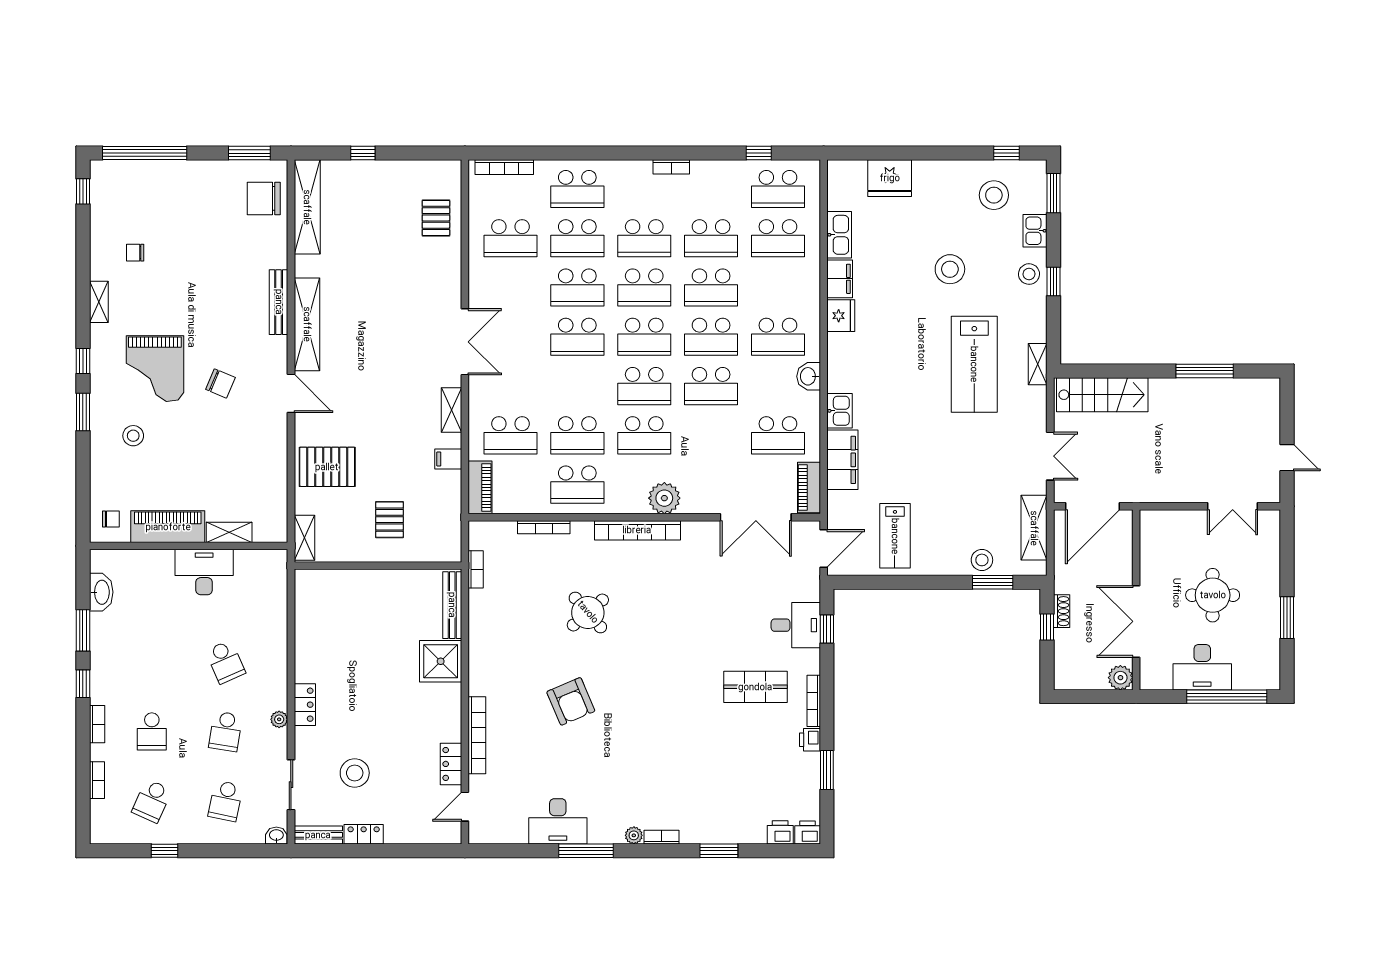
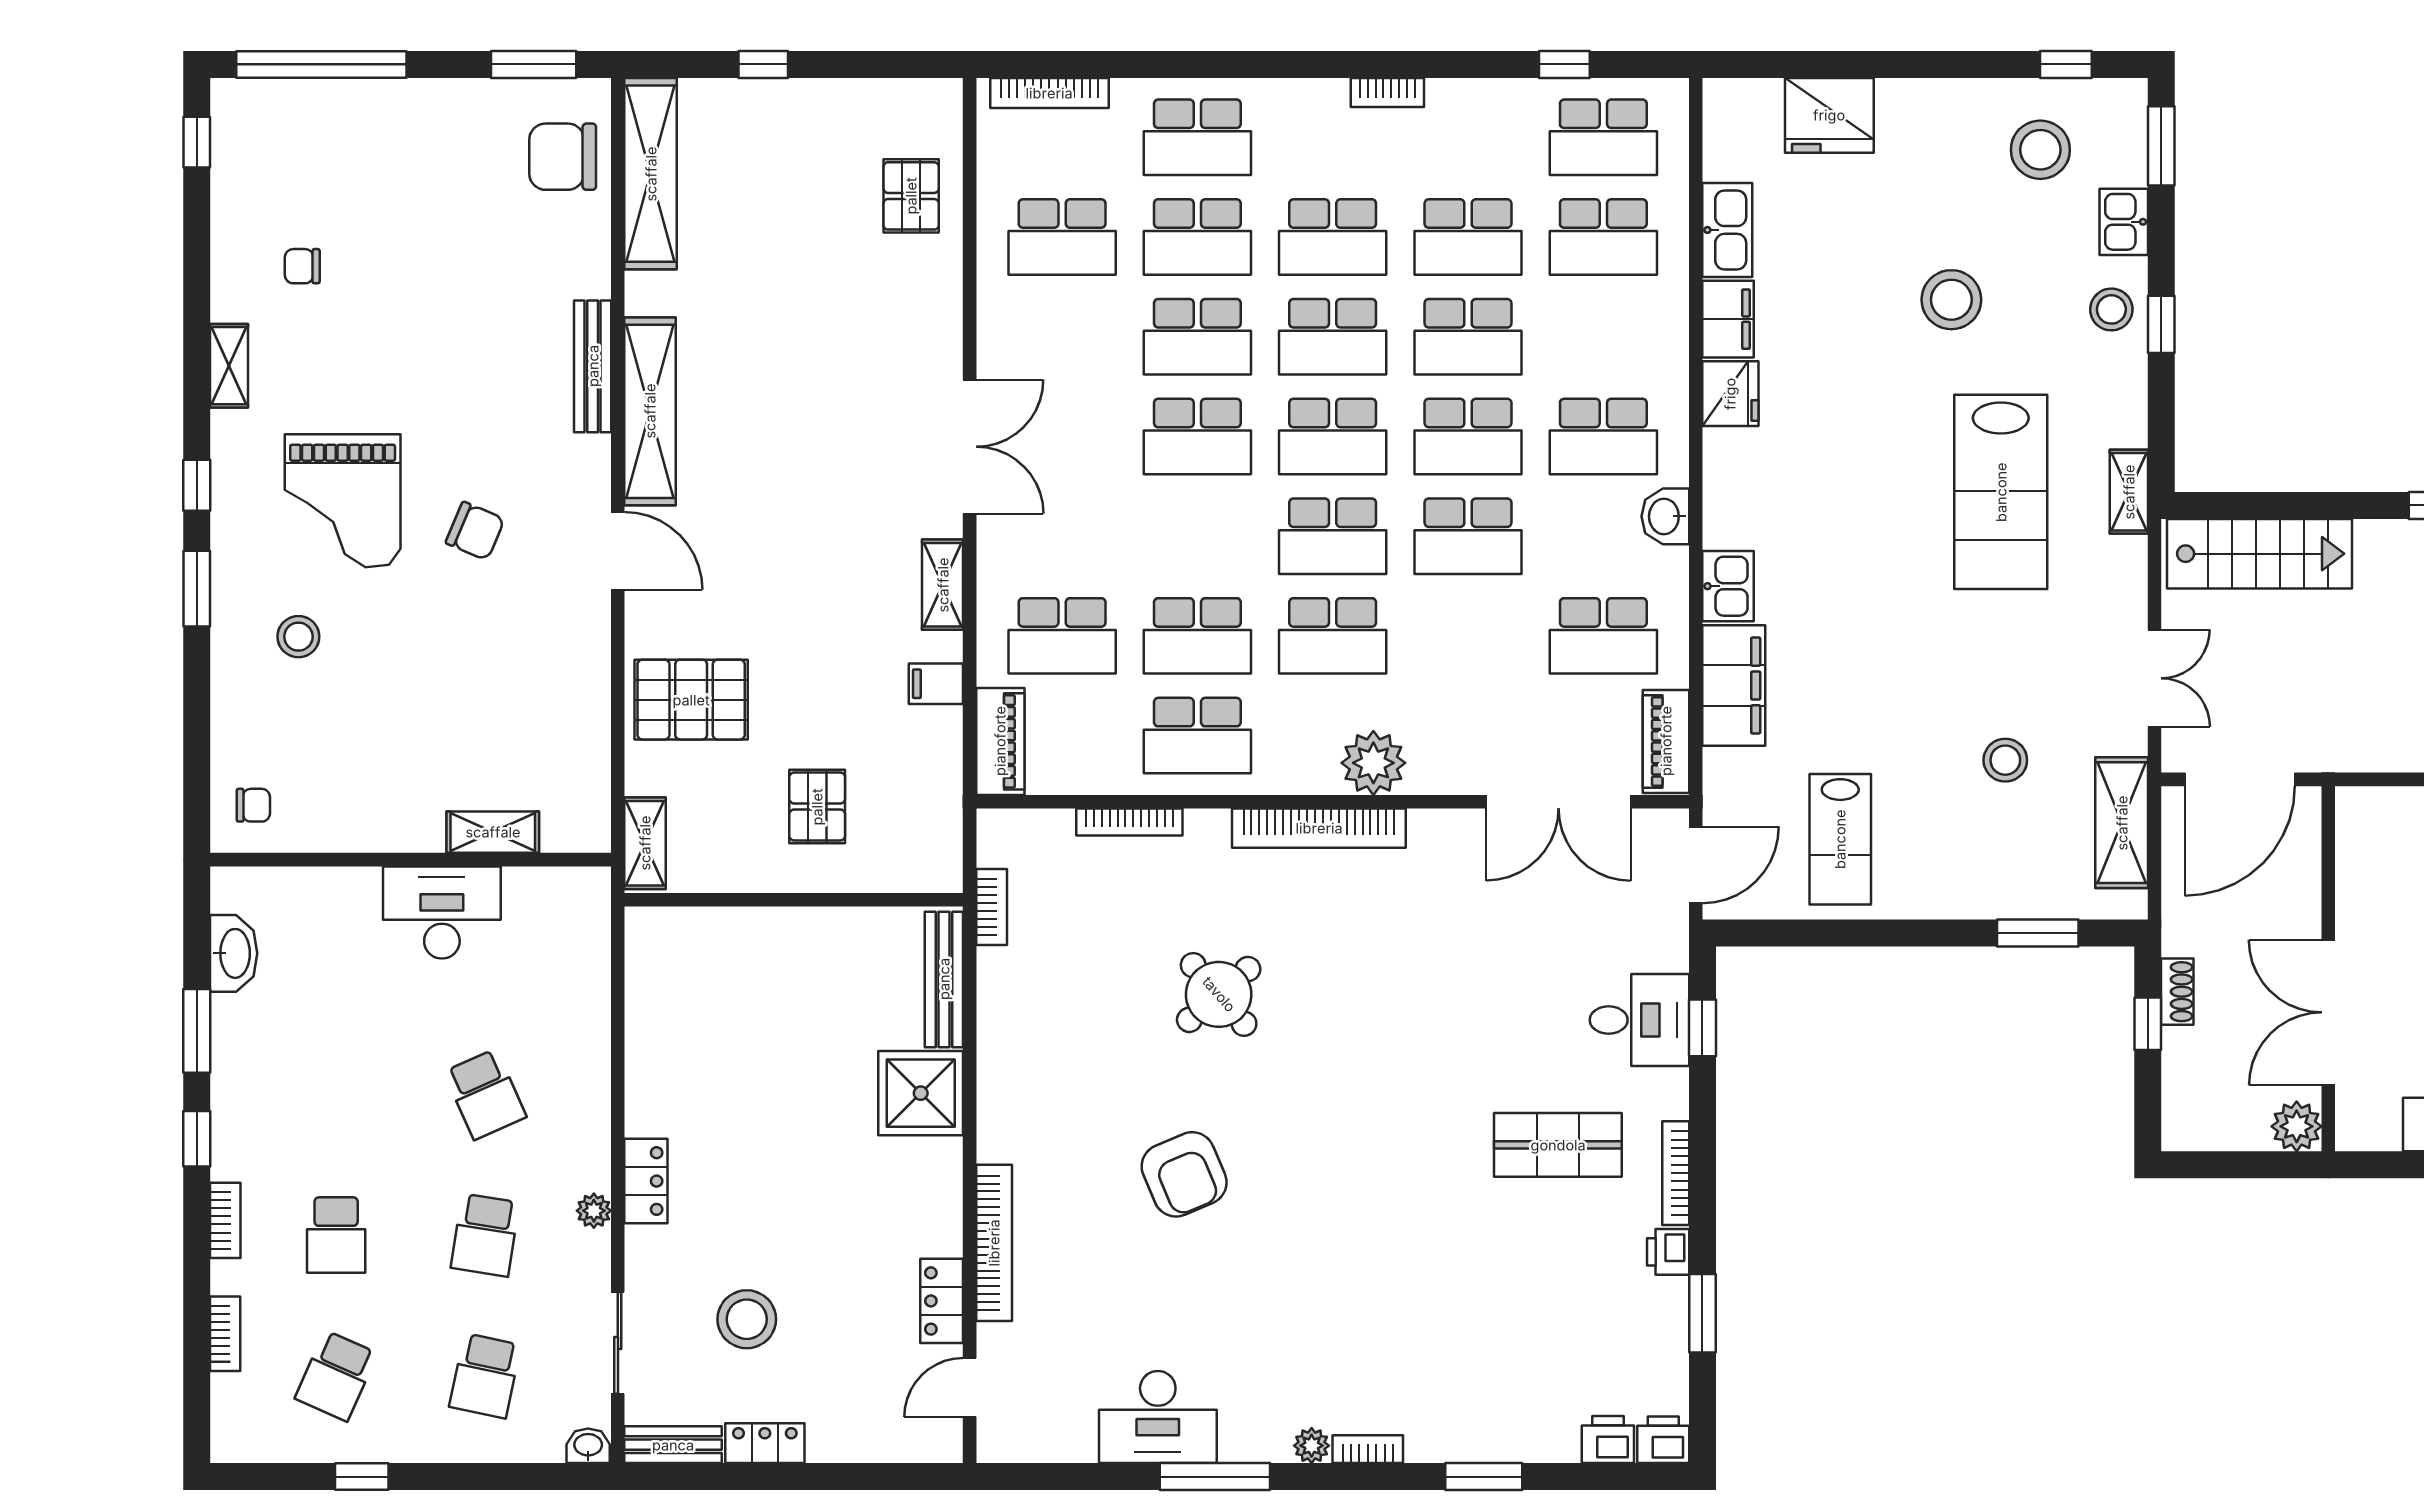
piano: (168, 527) -> (369, 820), removed
stool: (982, 560) -> (2005, 760), moved

